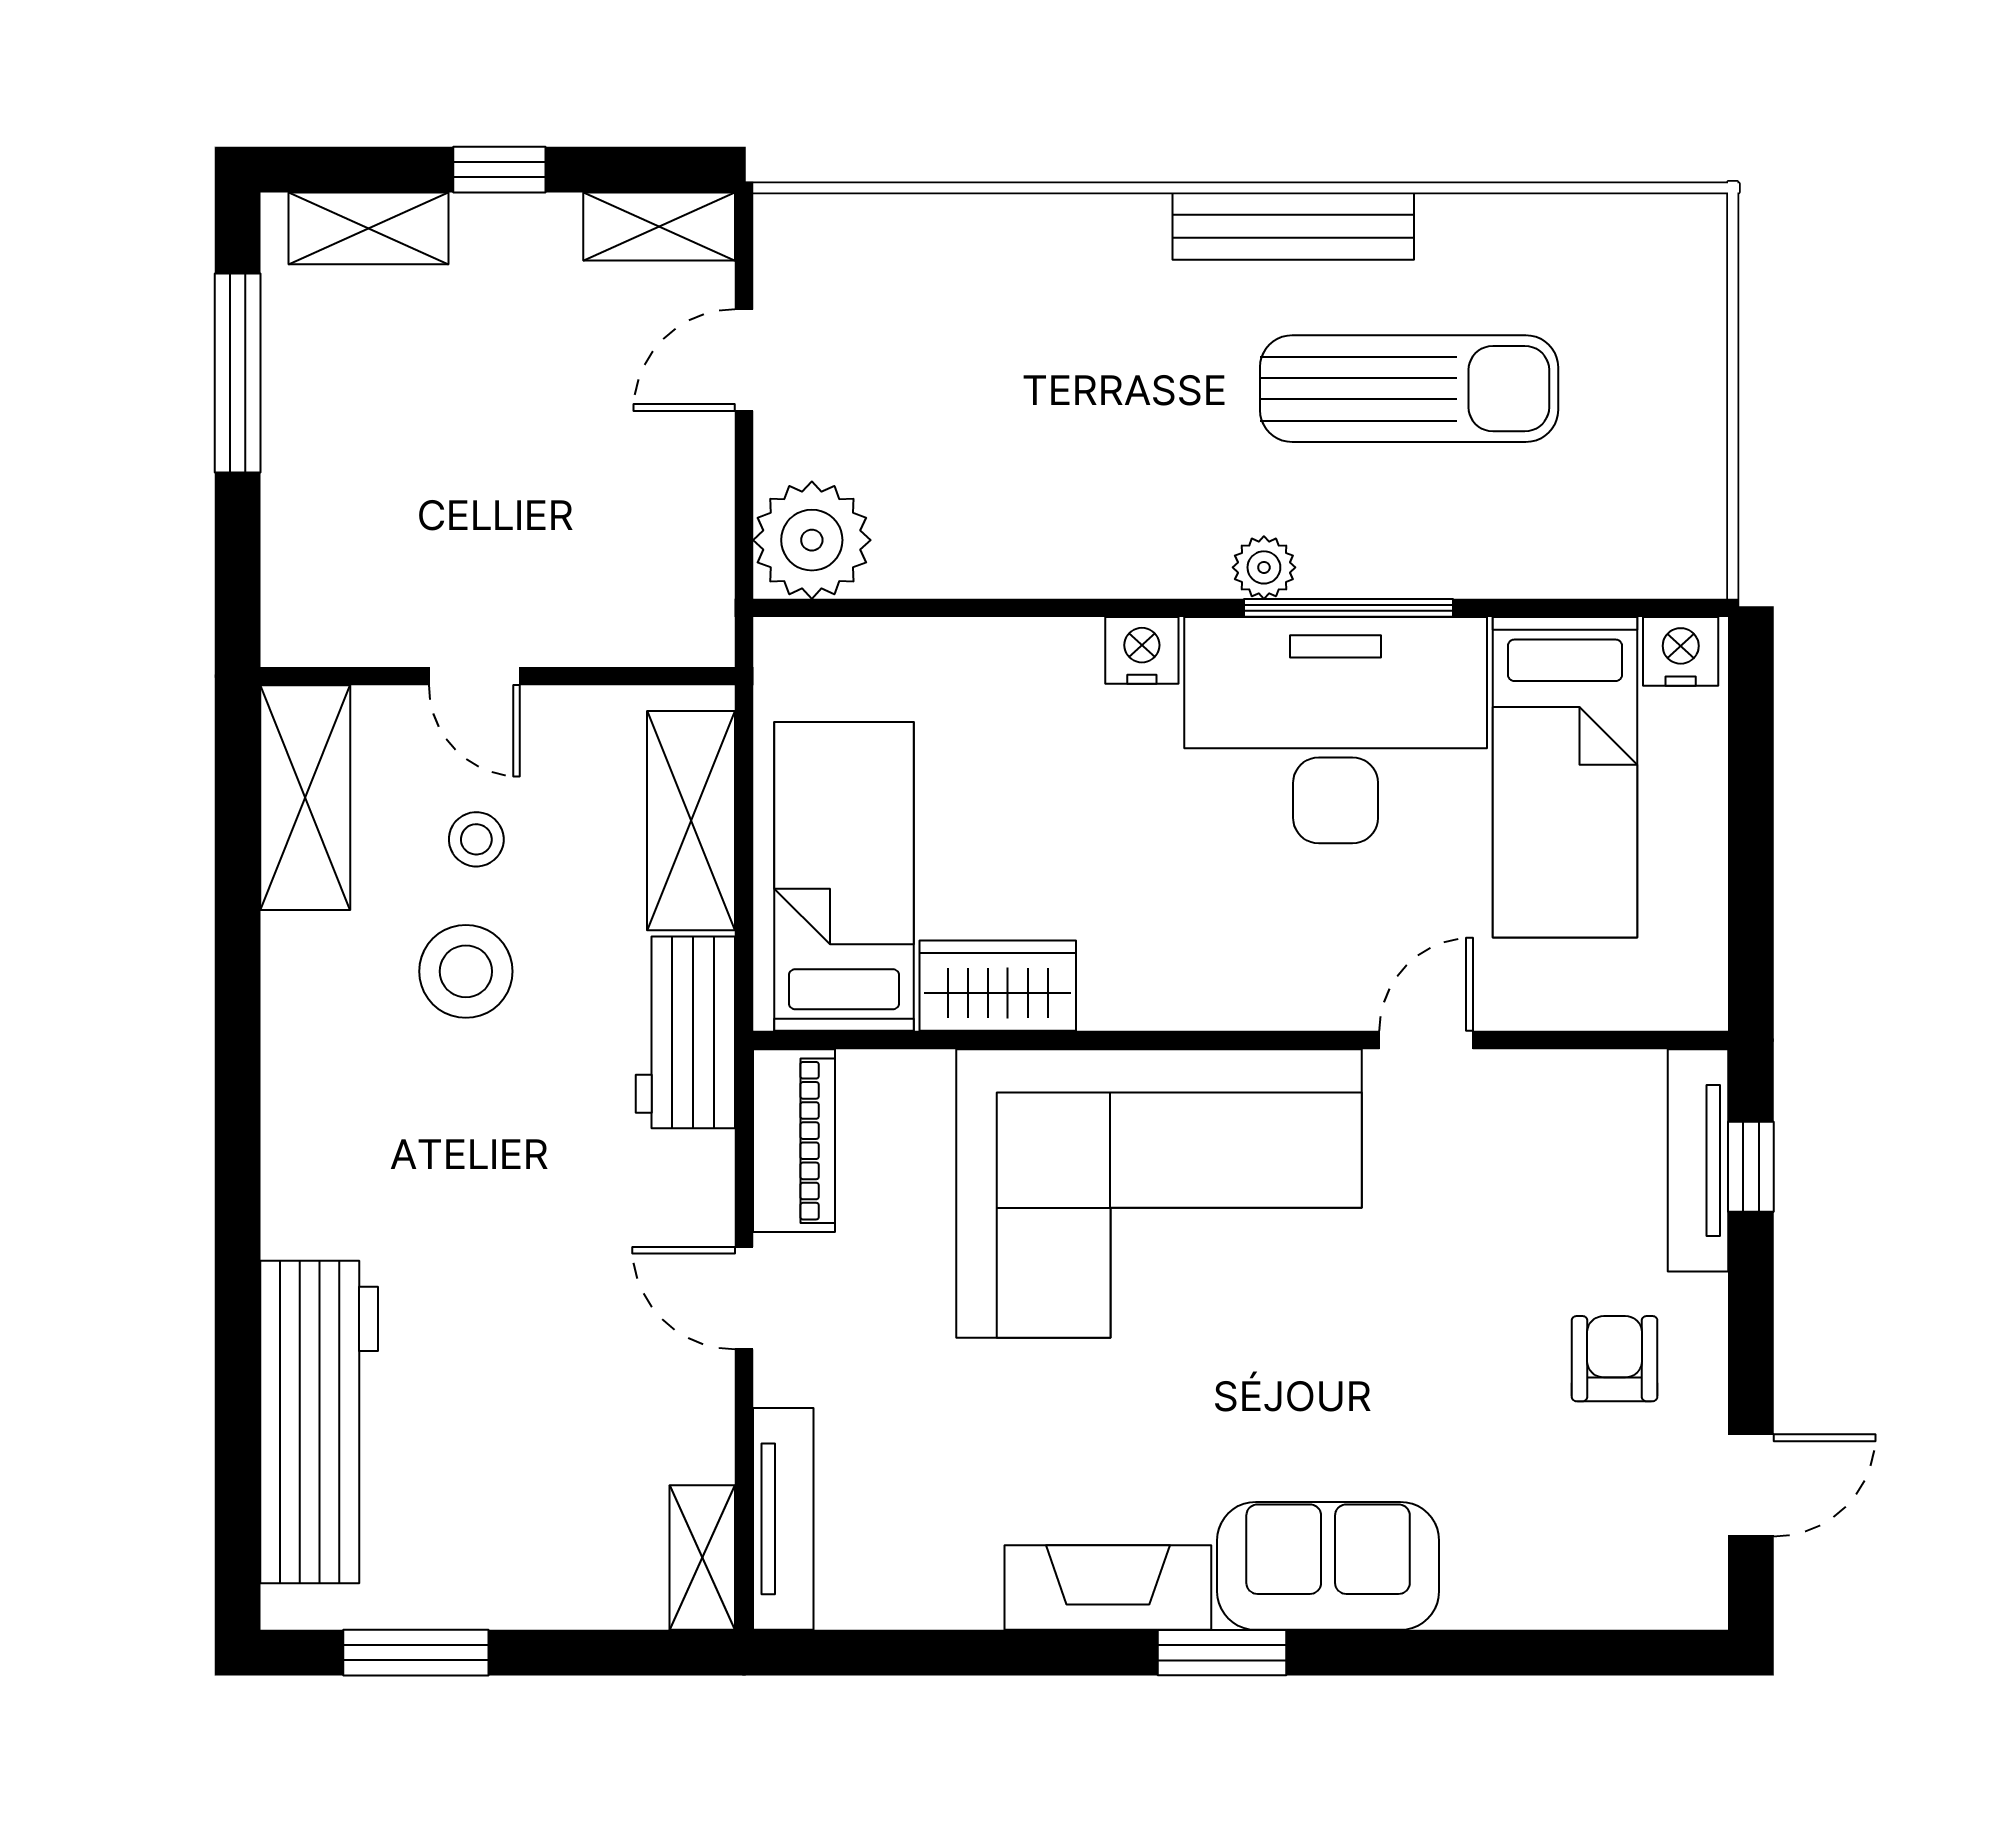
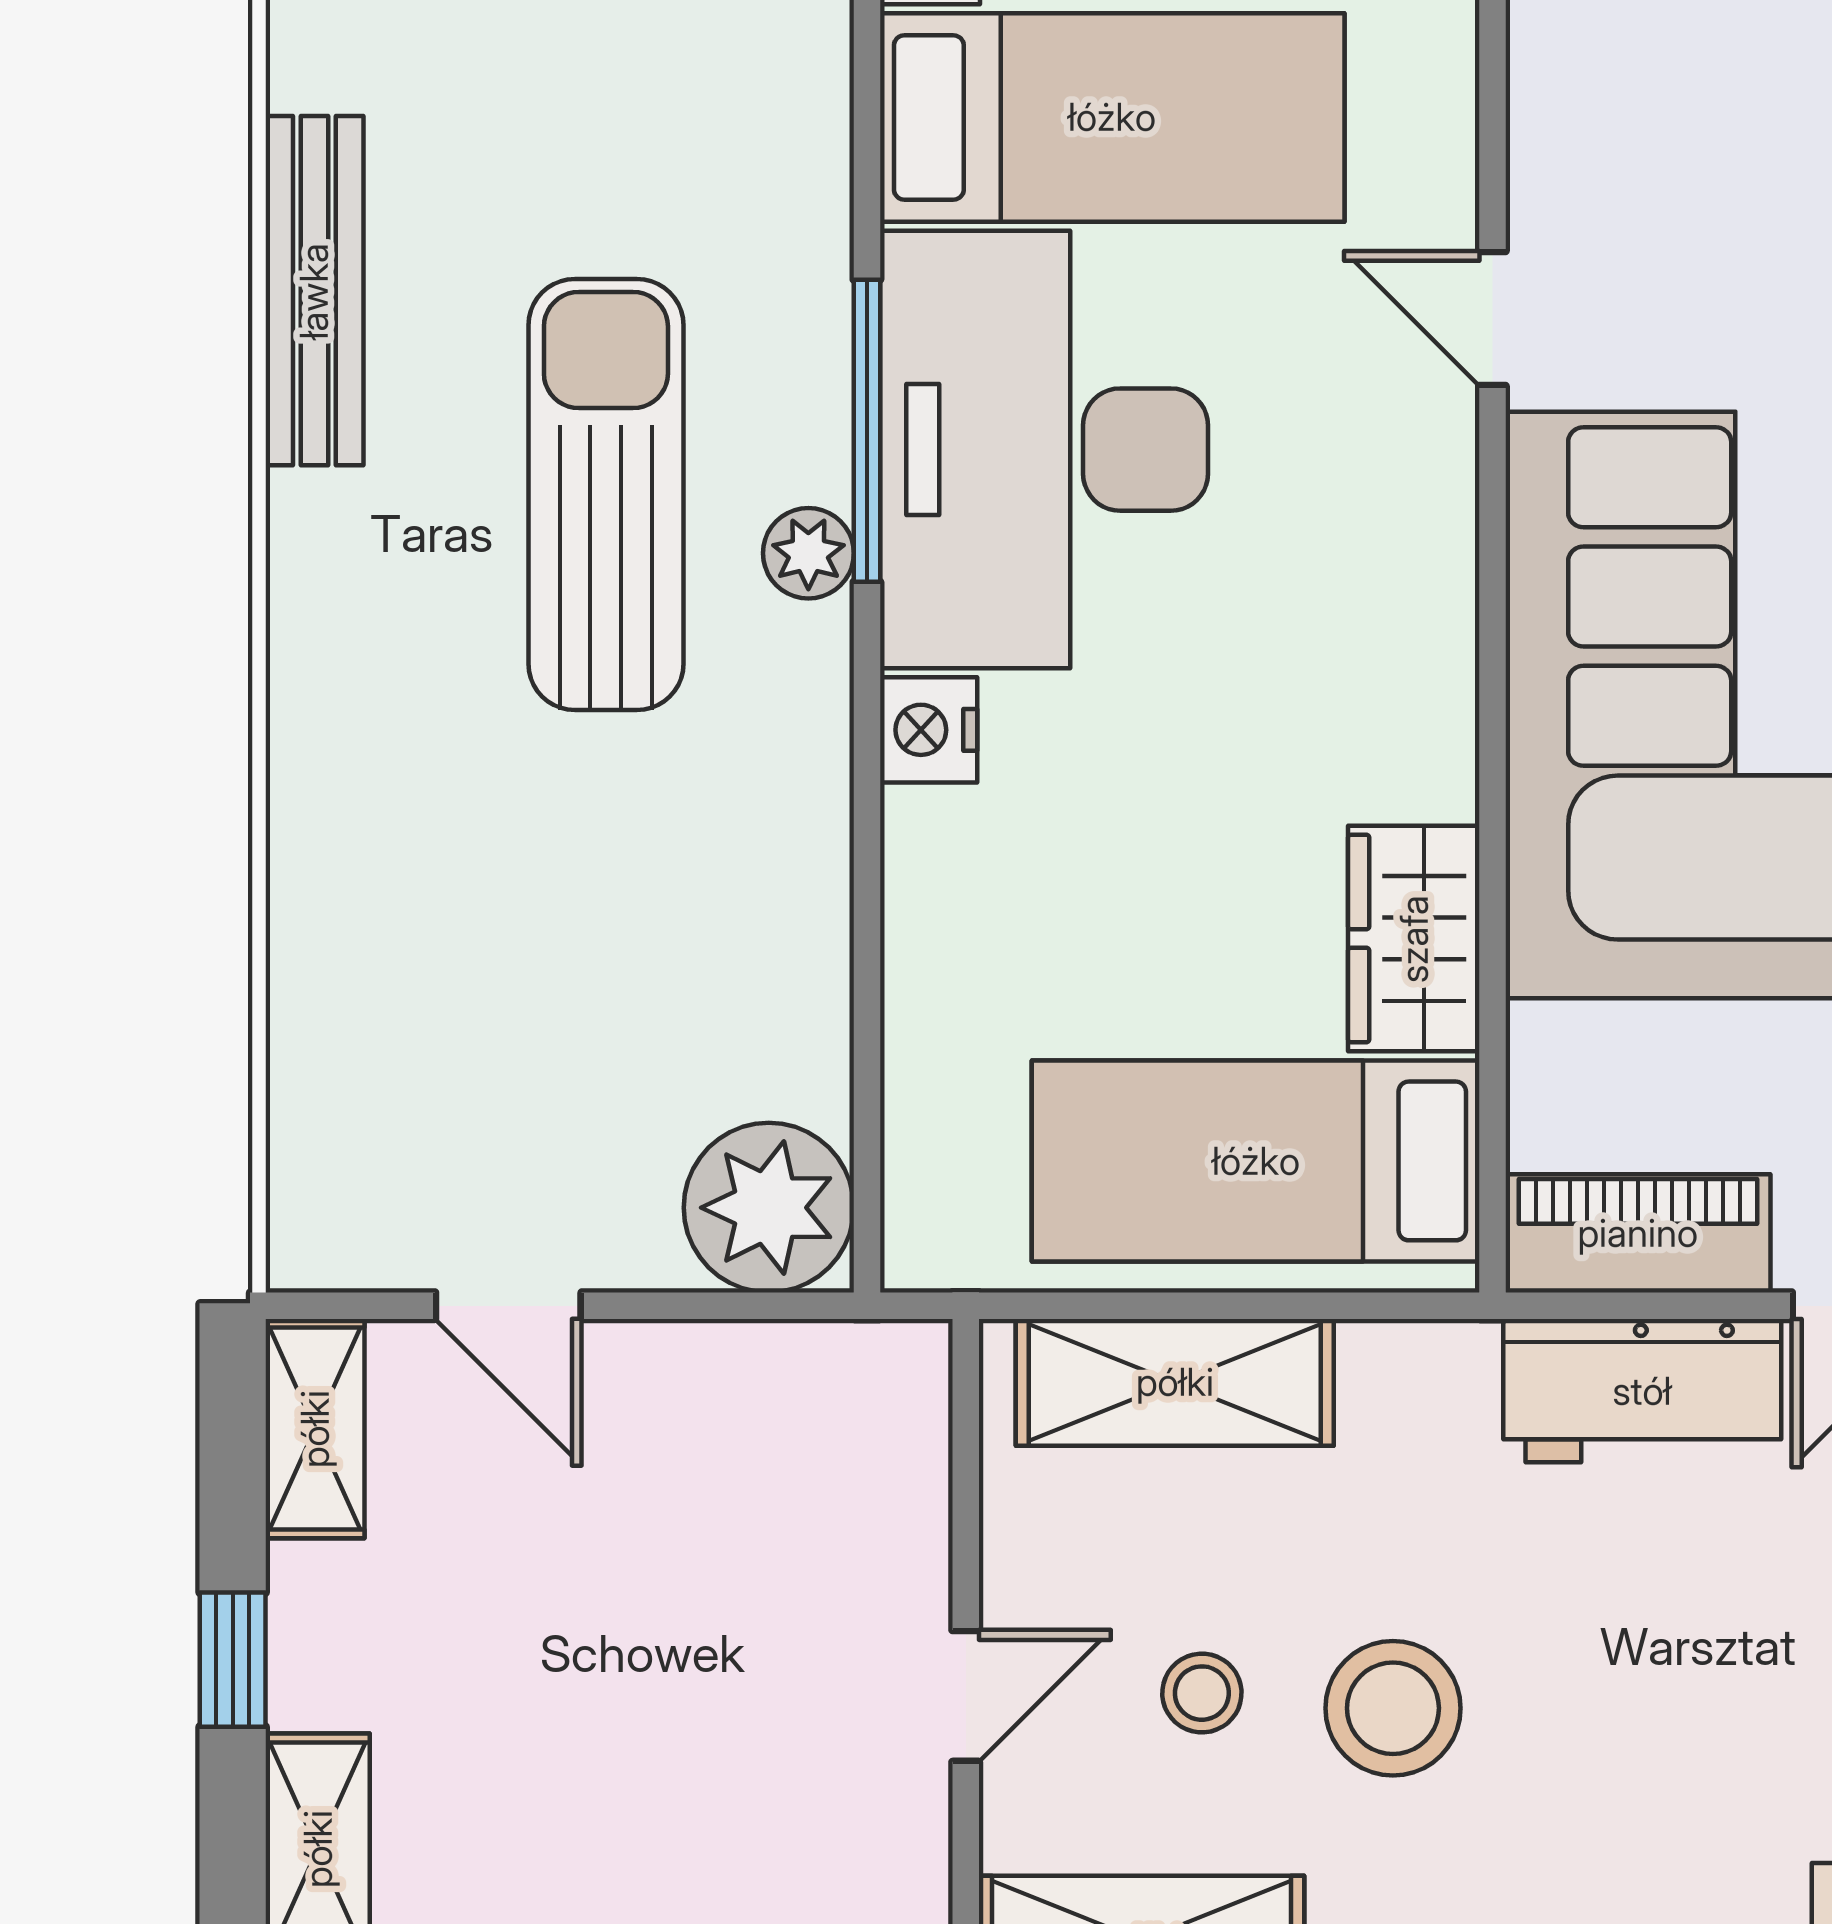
bench: (1293, 226) -> (314, 291), moved
sun lounger: (1409, 389) -> (606, 495), moved
workbench: (685, 1032) -> (1642, 1391), moved

